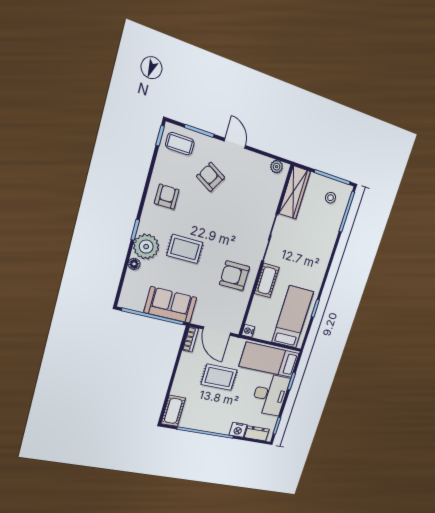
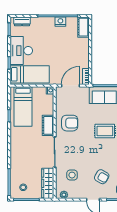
side table: (255, 194) -> (72, 175), added
door: (217, 331) -> (71, 86), hinge flipped
rug: (219, 377) -> (60, 56), removed
nightstand: (238, 430) -> (60, 22), moved

